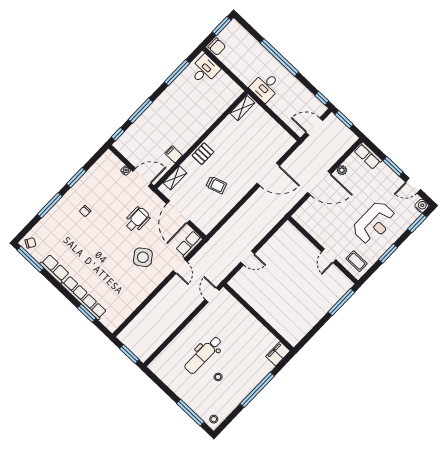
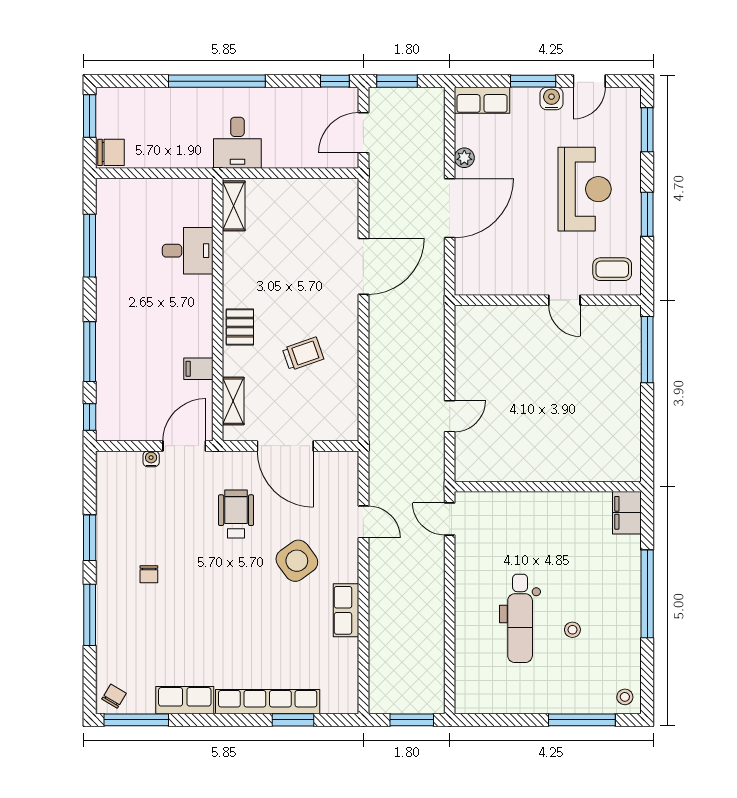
desk: (205, 70) -> (188, 251), moved, turned 90
water cooler: (422, 206) -> (551, 99), moved
row of seats: (189, 244) -> (346, 610), moved

